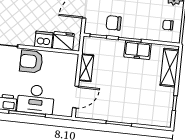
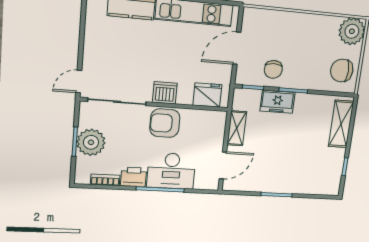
chair: (114, 23) -> (273, 69), turned -90
chair: (168, 25) -> (342, 70), width x1.87, depth x1.87
dishwasher: (44, 40) -> (165, 93), moved
freezer: (138, 50) -> (277, 102), moved

